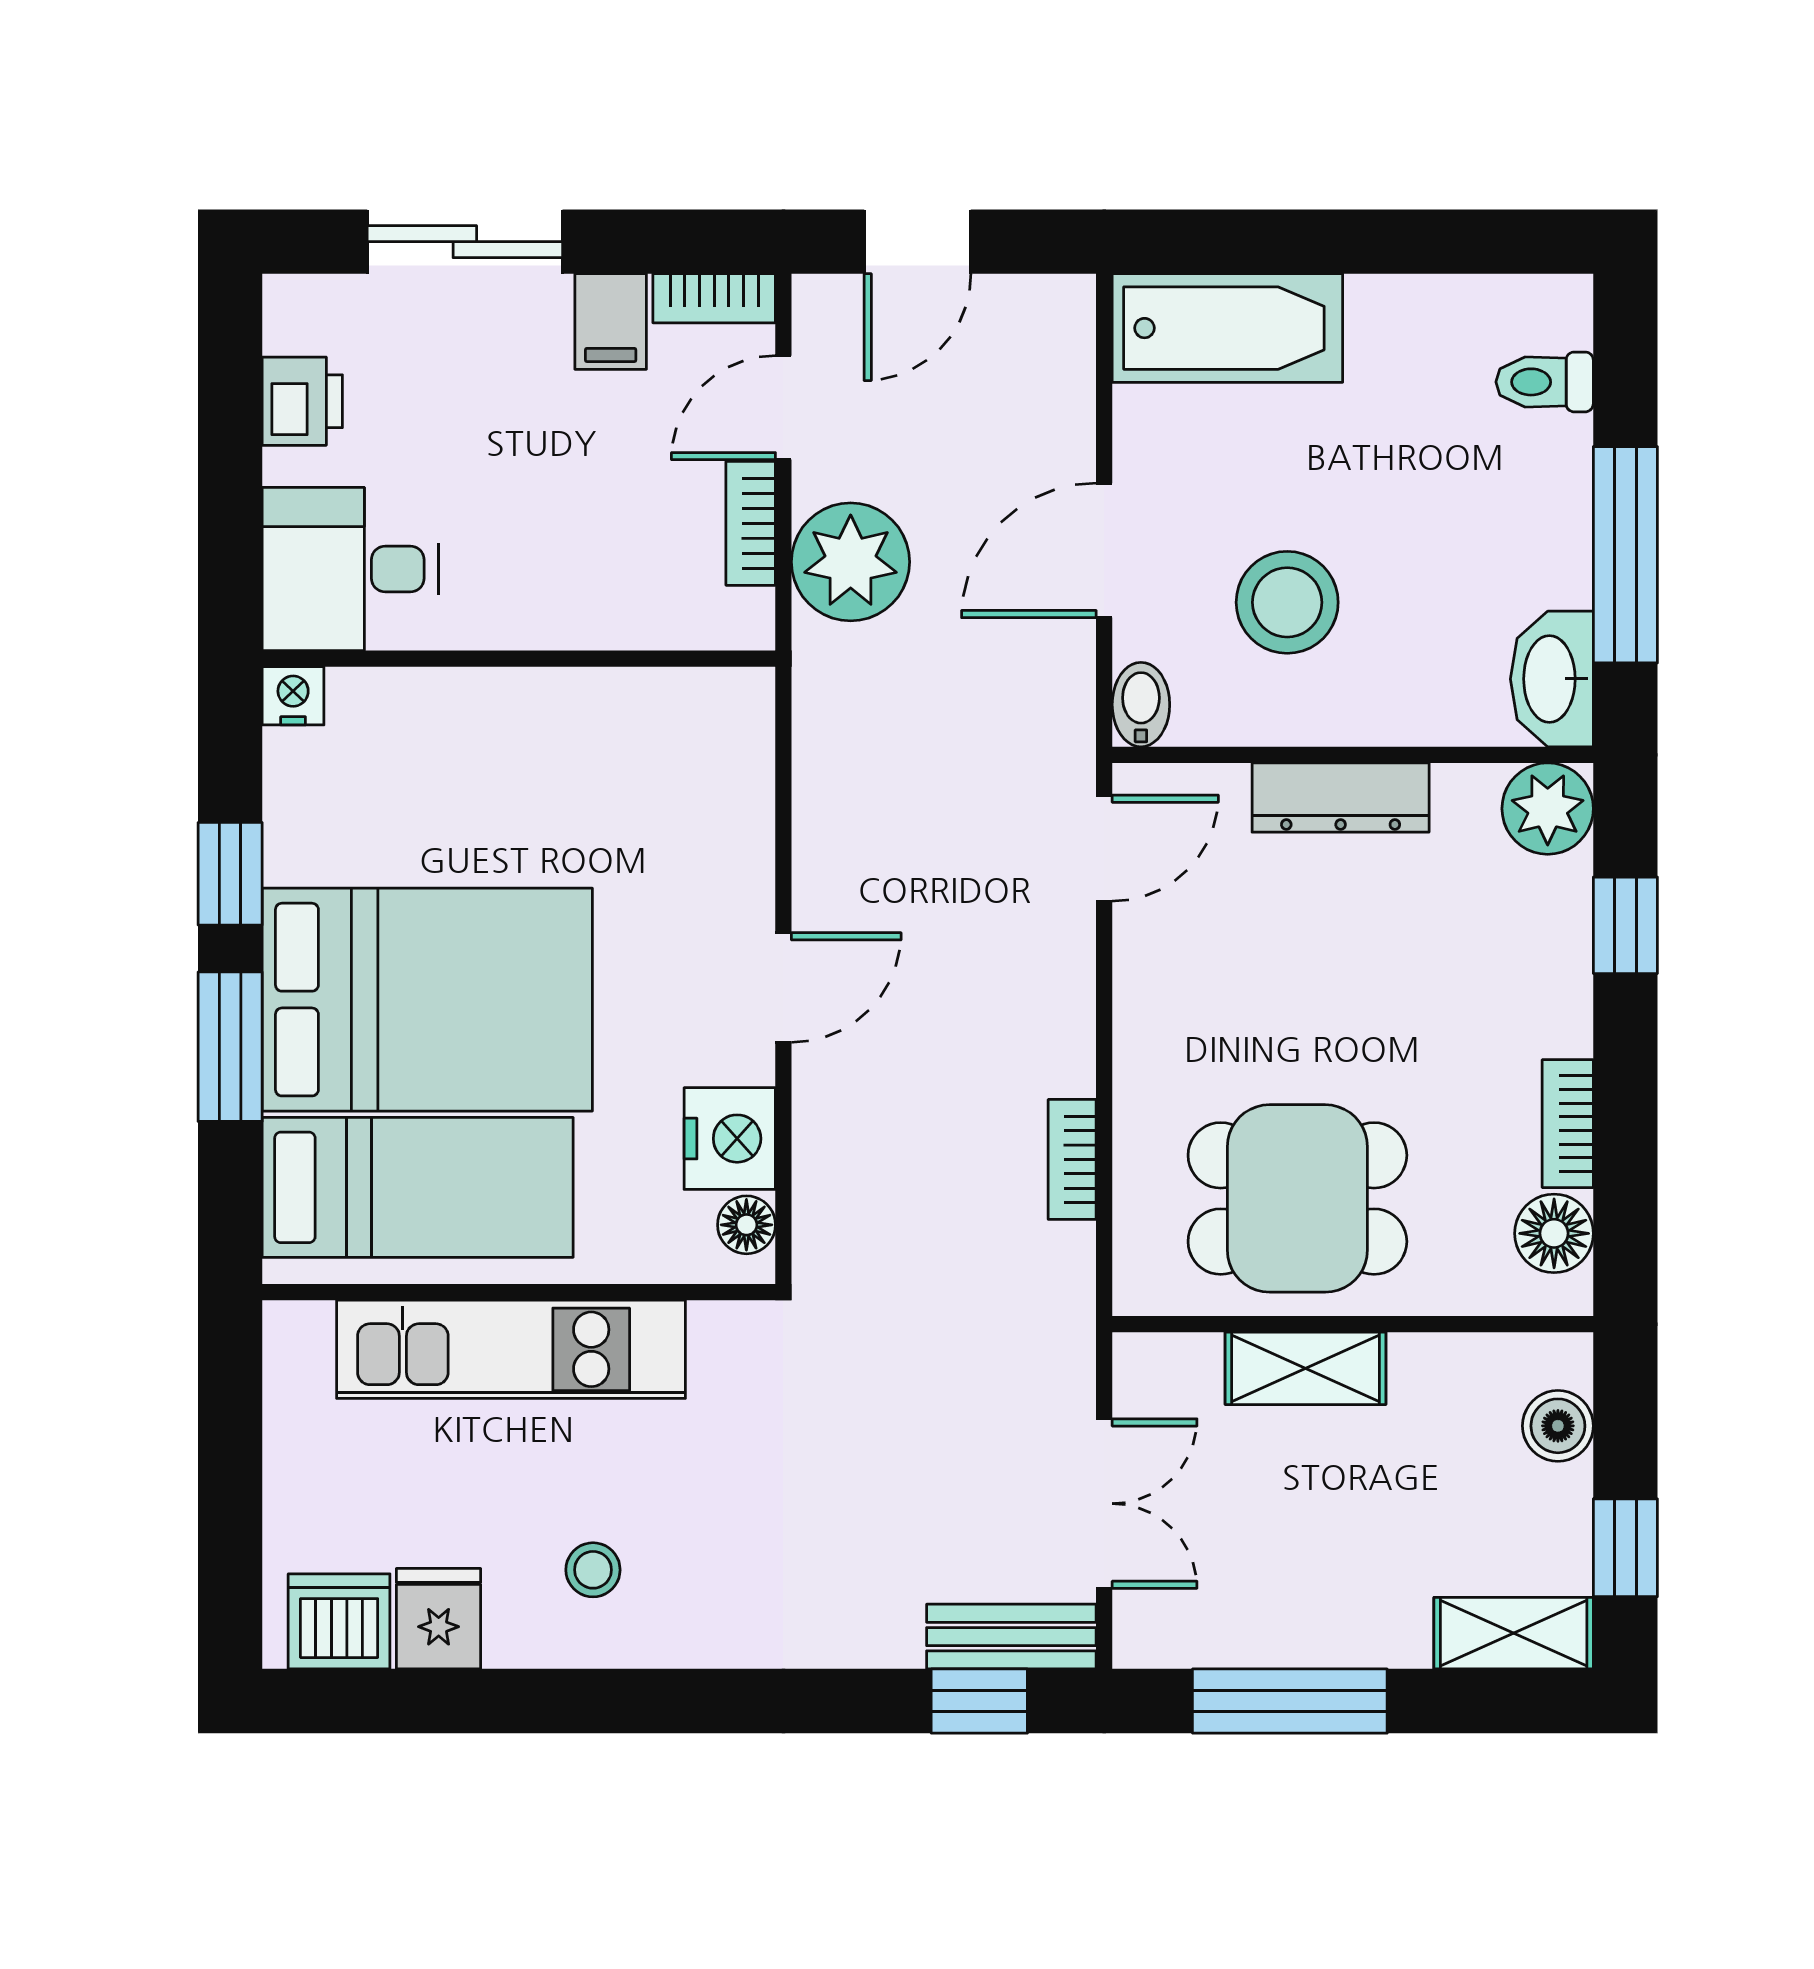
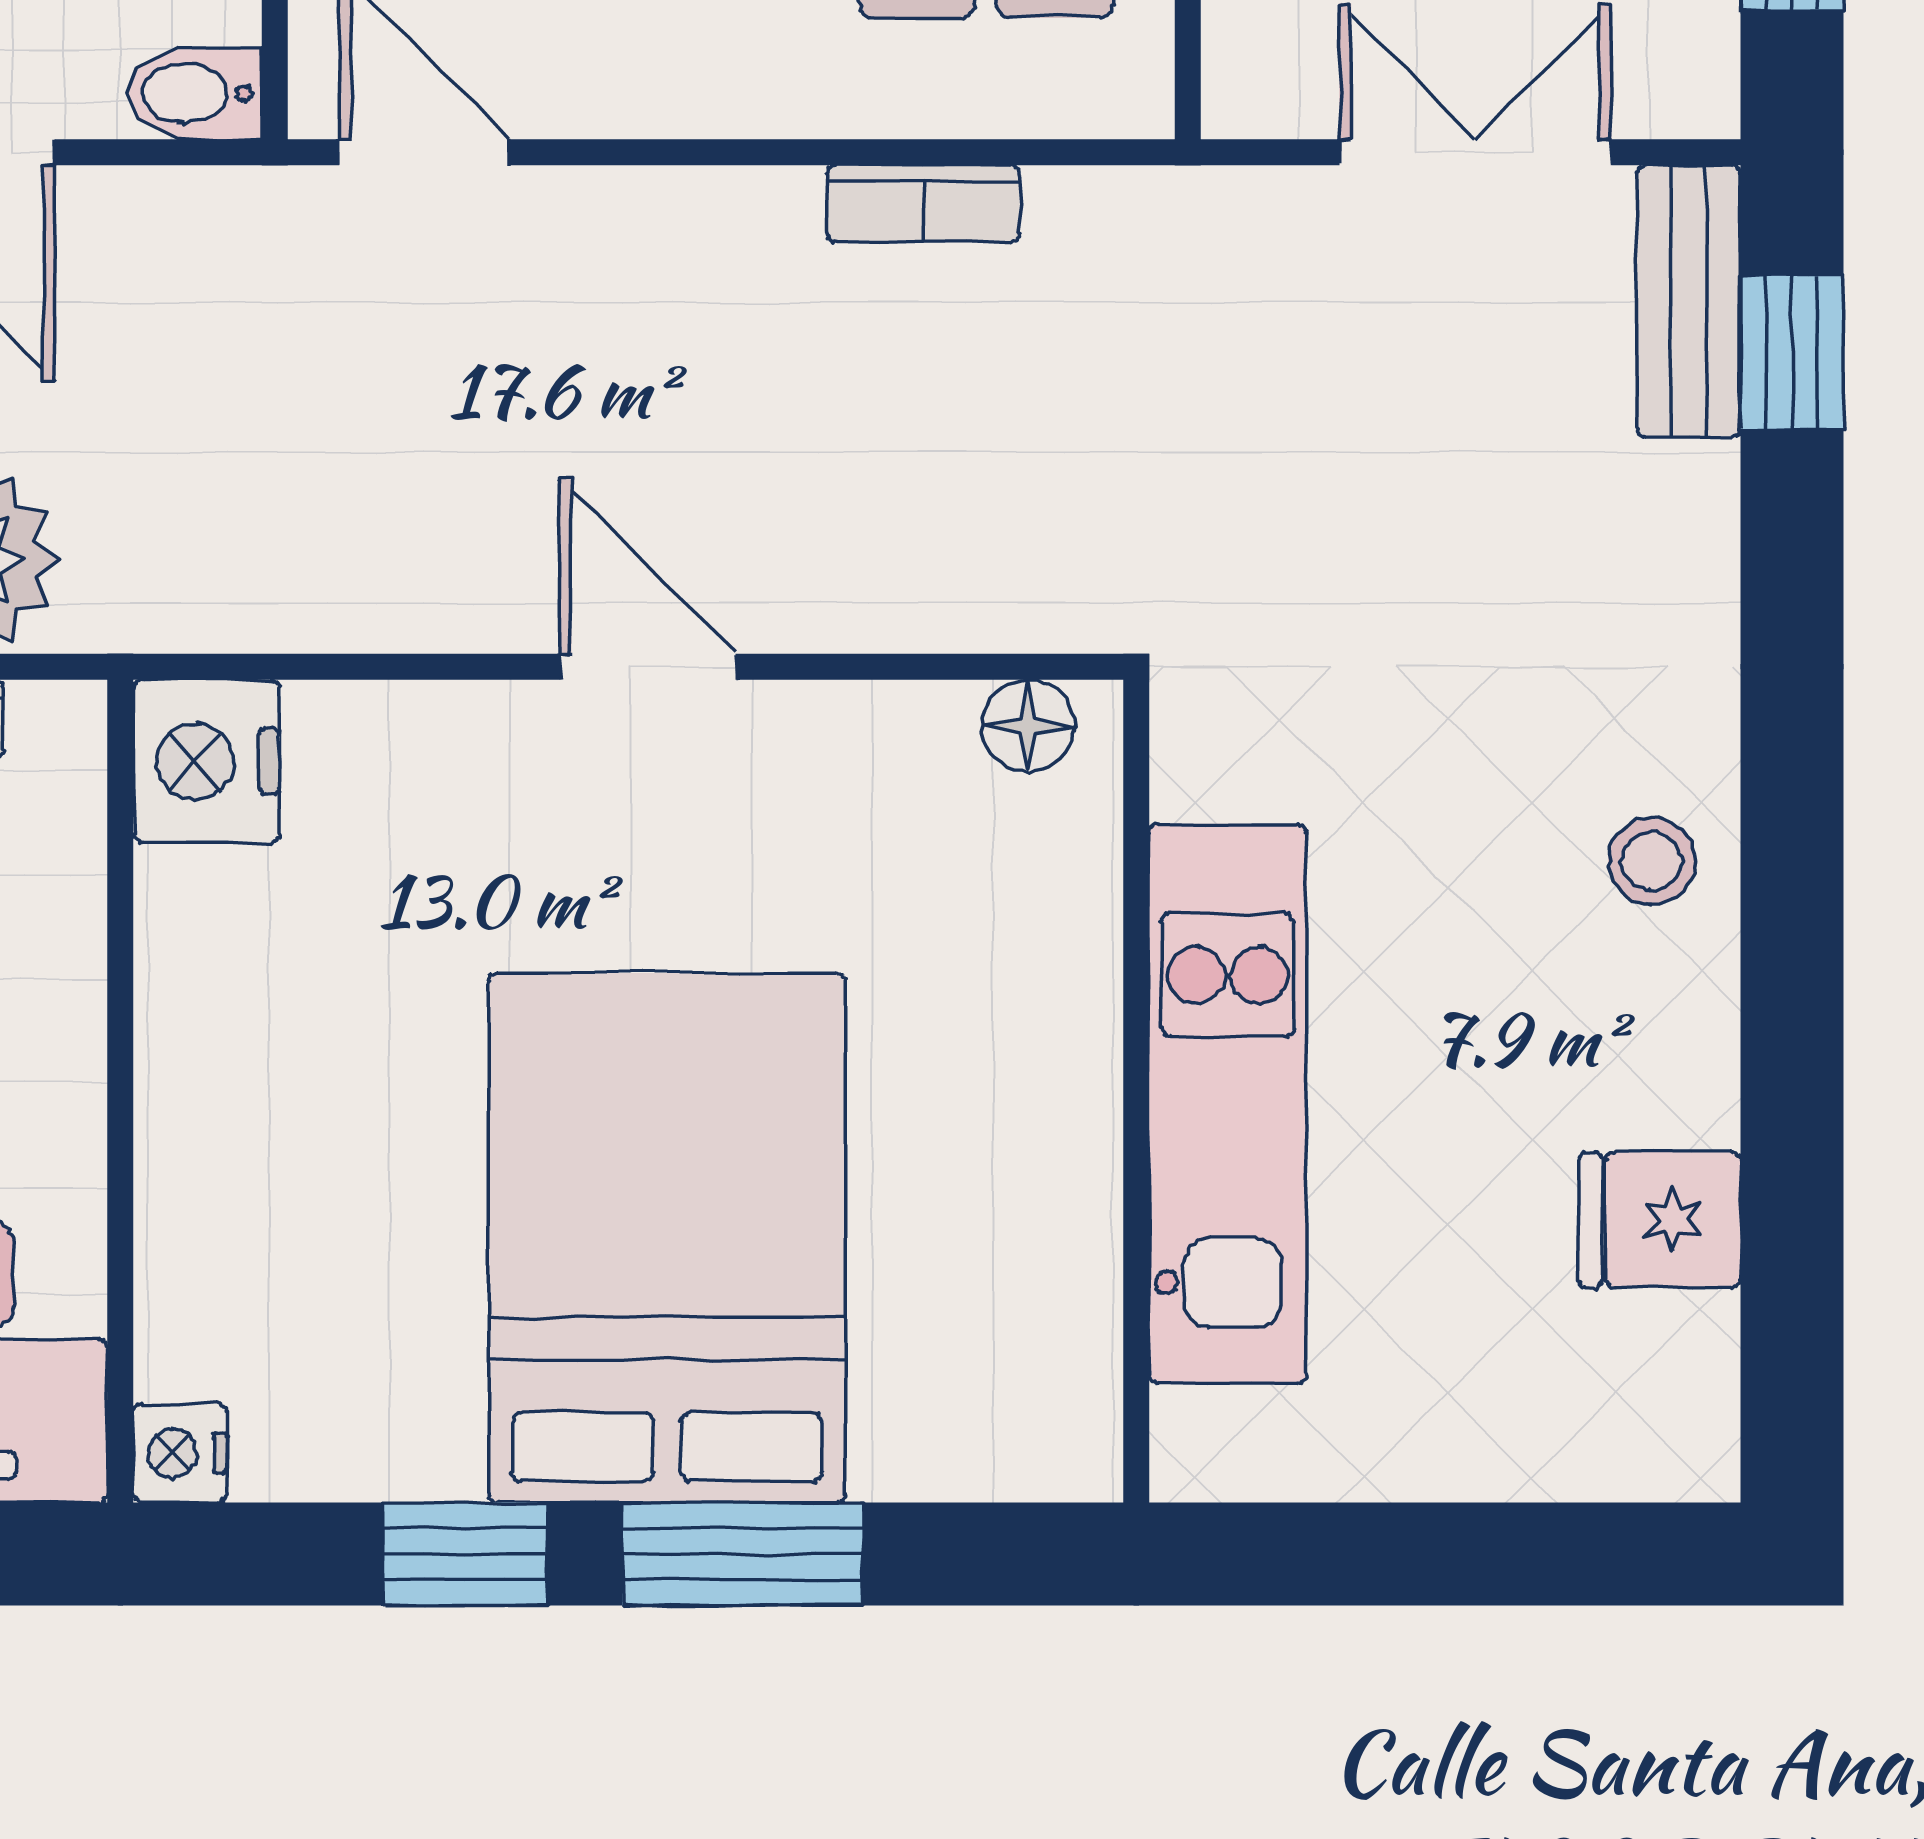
nightstand: (730, 1139) -> (206, 761), moved, turned -90
bed: (418, 1187) -> (968, 1253), removed
stool: (593, 1570) -> (1652, 861), moved
dishwasher: (339, 1621) -> (1664, 1379), removed

